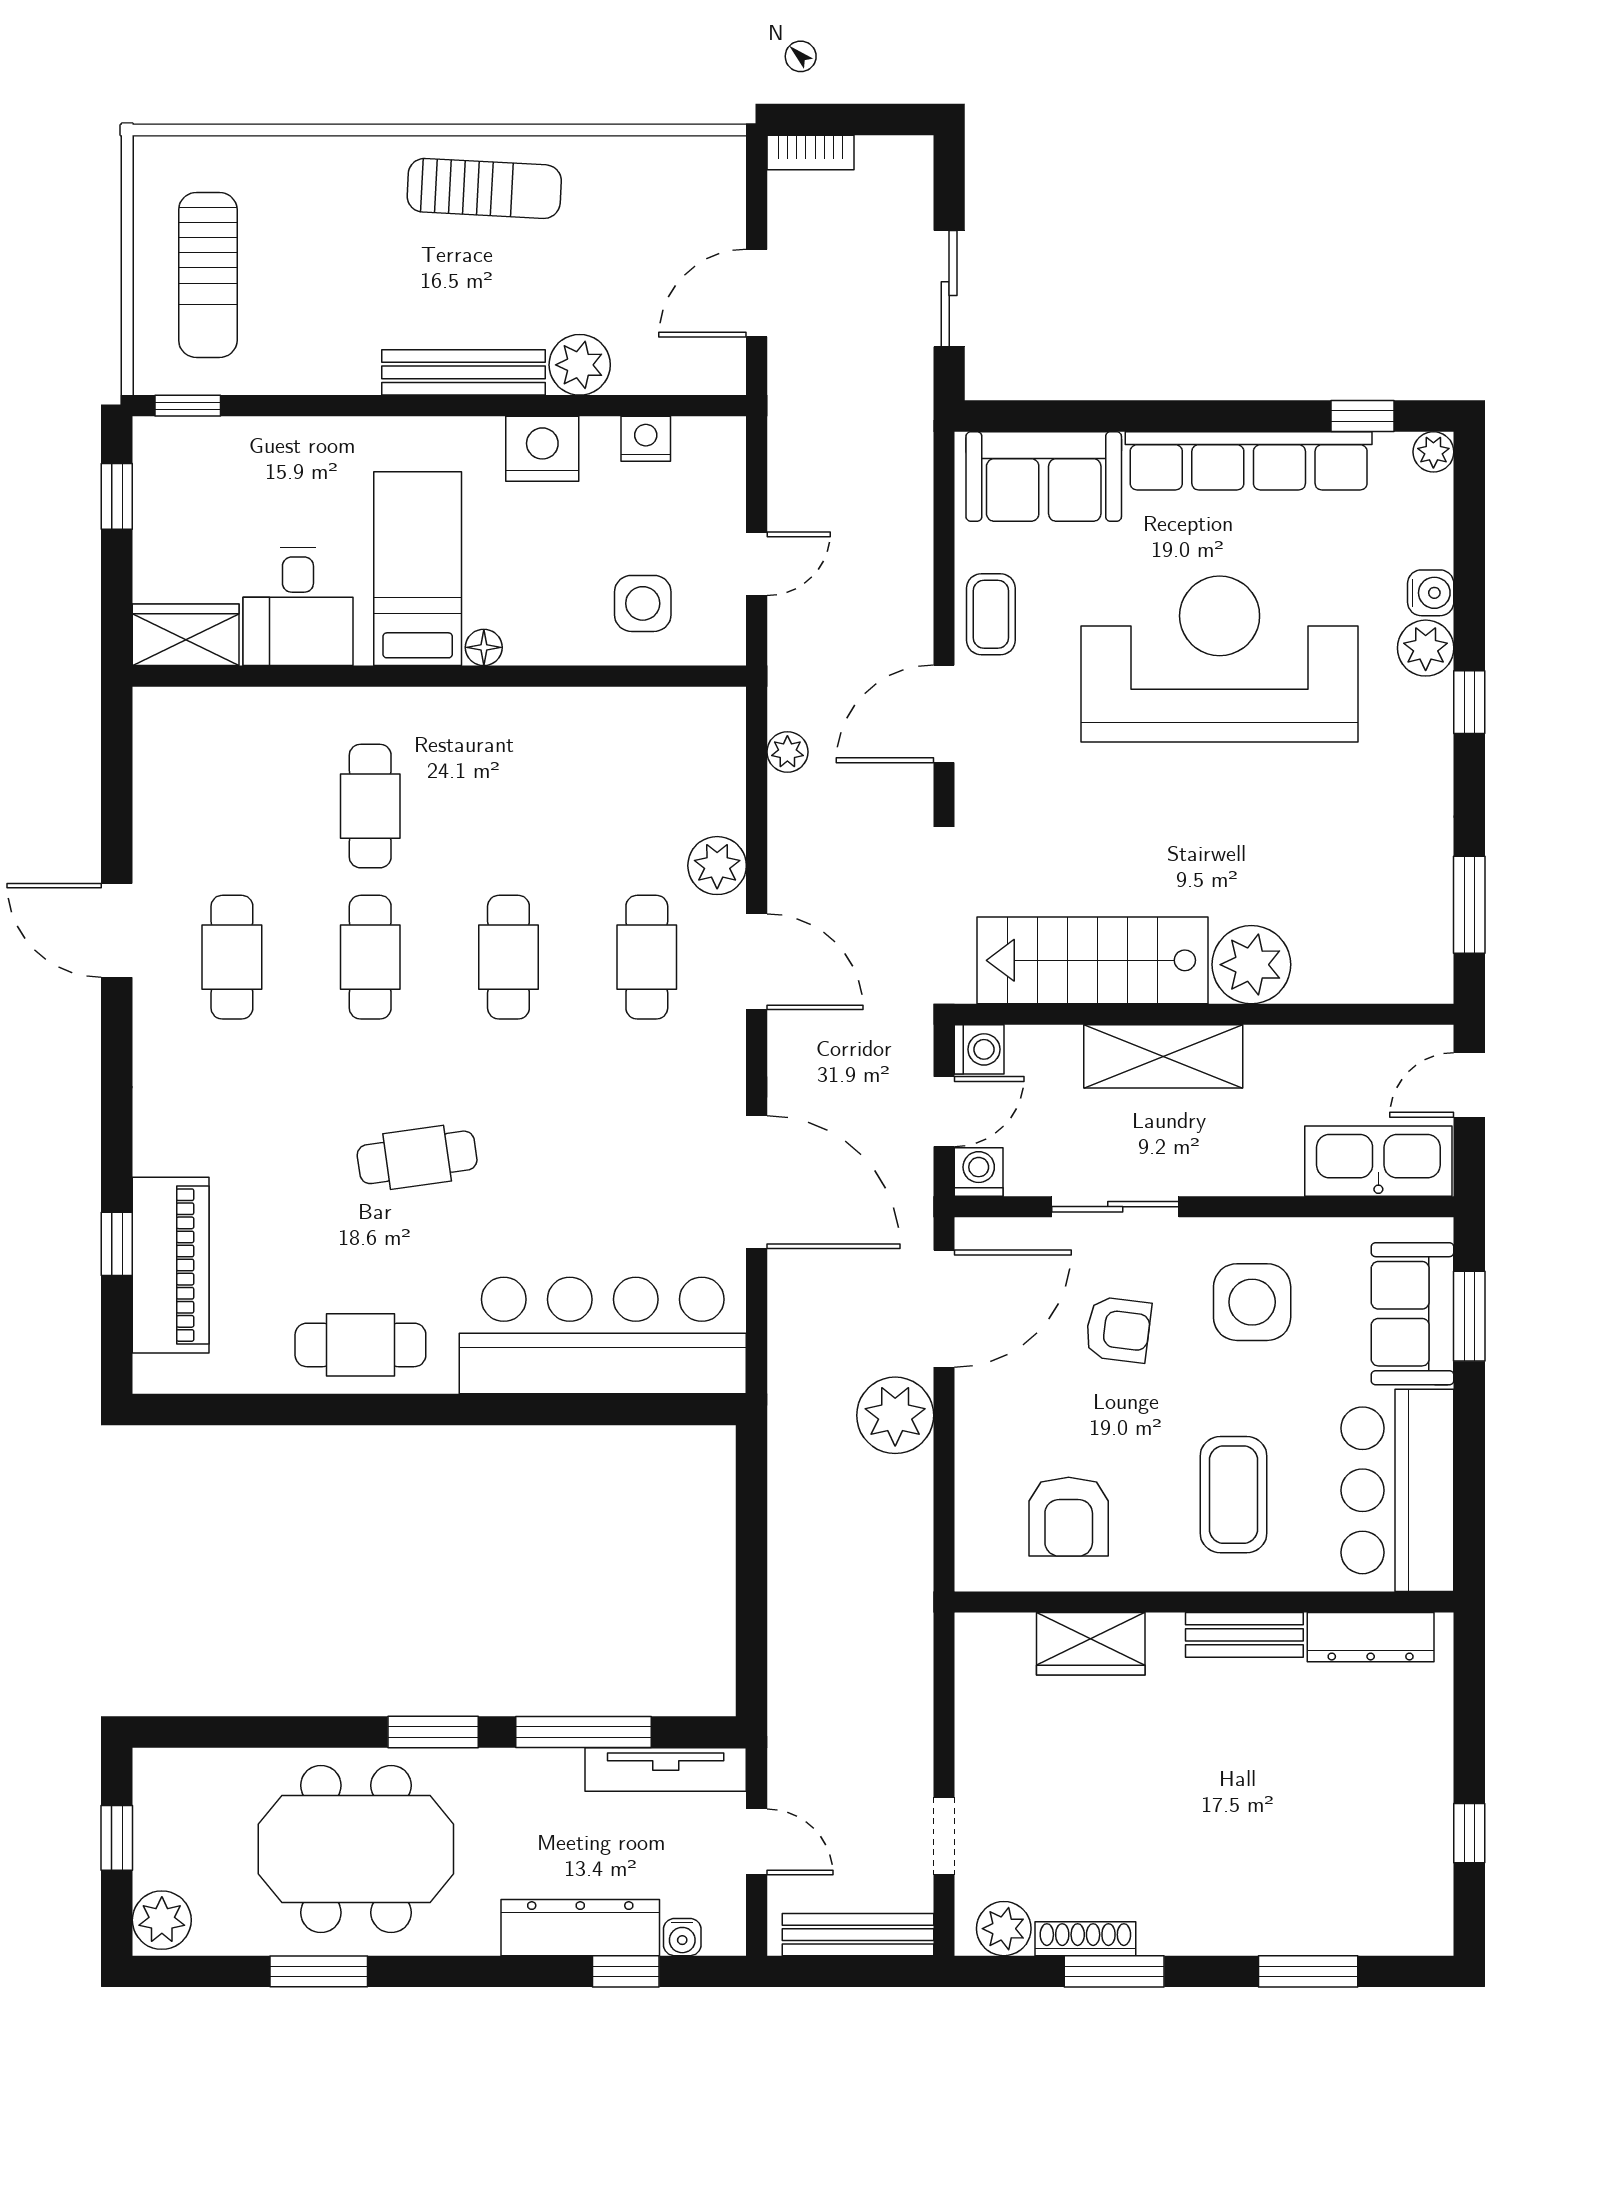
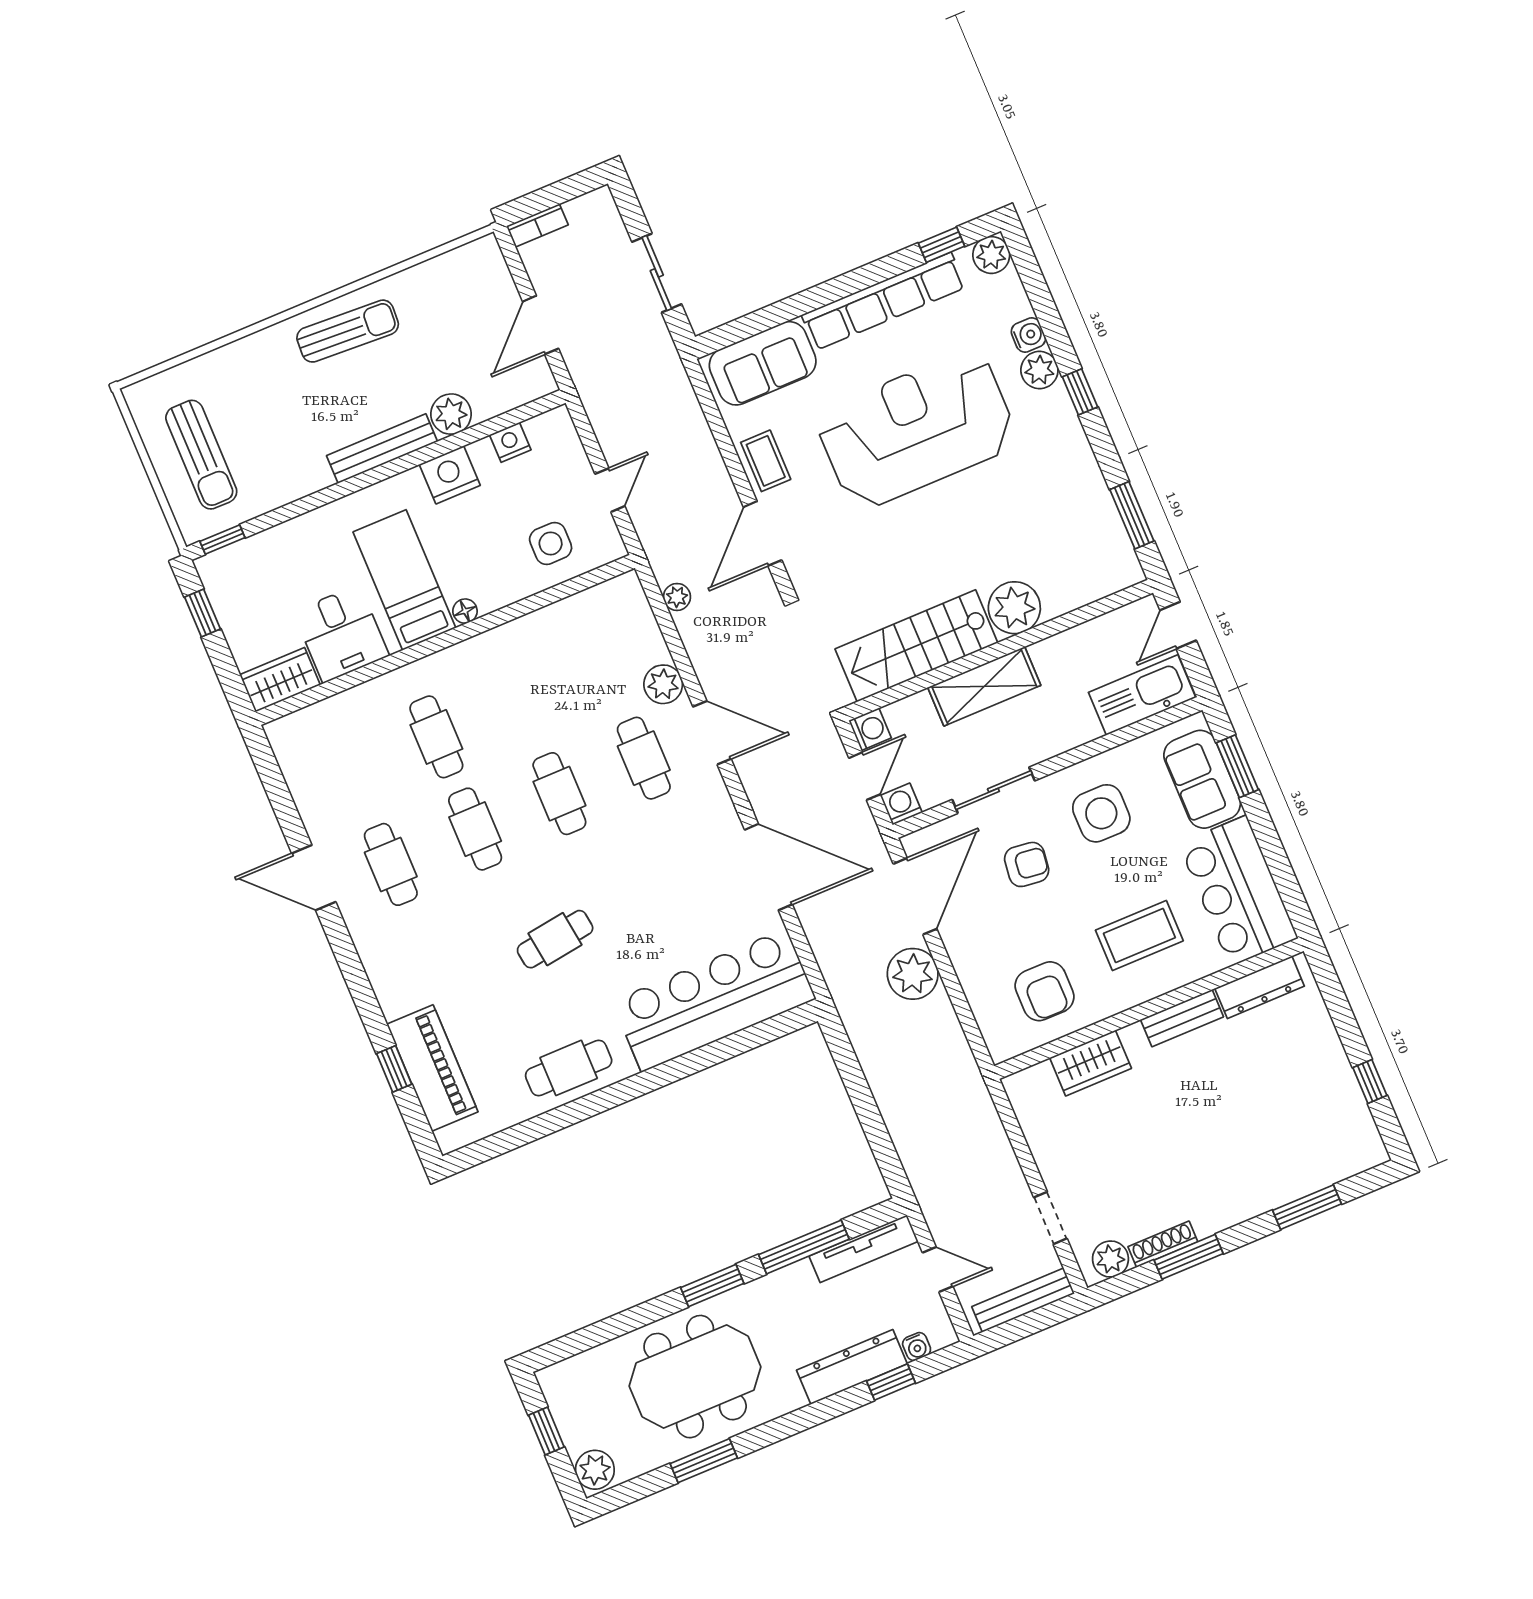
plant: (1433, 452) -> (991, 255), width x1.38, depth x1.38
coffee table: (1233, 1495) -> (1139, 935), turned 90

